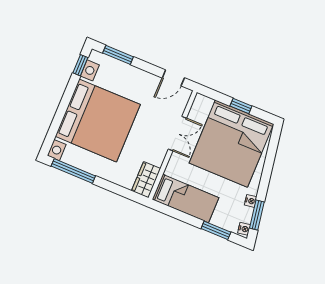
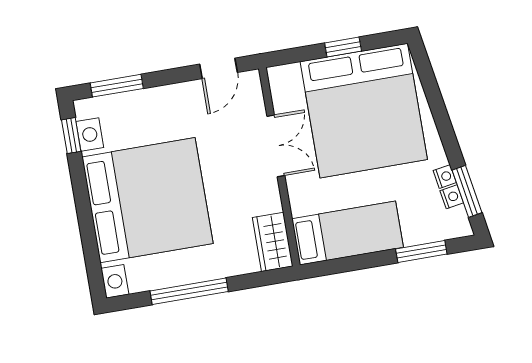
window: (73, 171) -> (189, 291), moved
nightstand: (244, 229) -> (452, 197), moved

